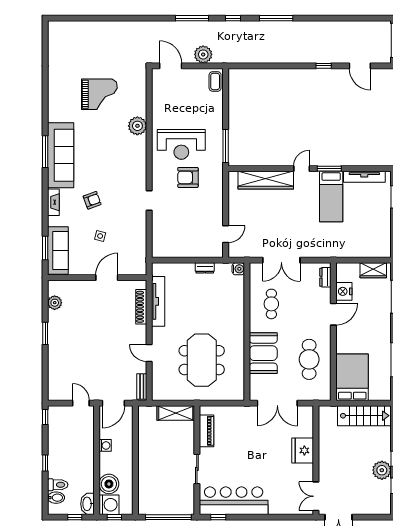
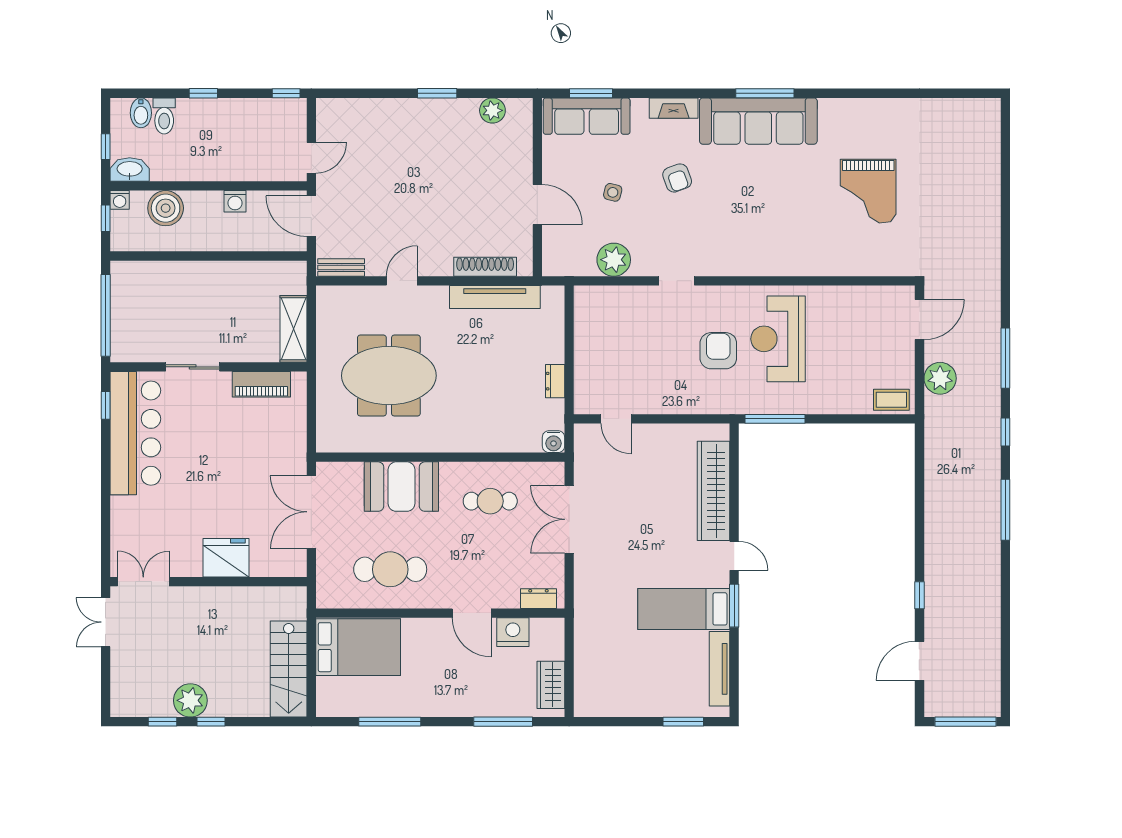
plant: (137, 126) -> (614, 260), moved
washing machine: (109, 505) -> (120, 200), width x0.53, depth x0.53

